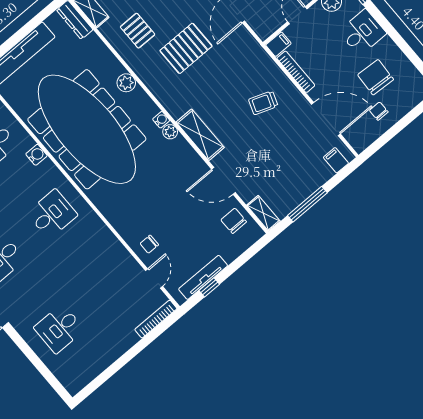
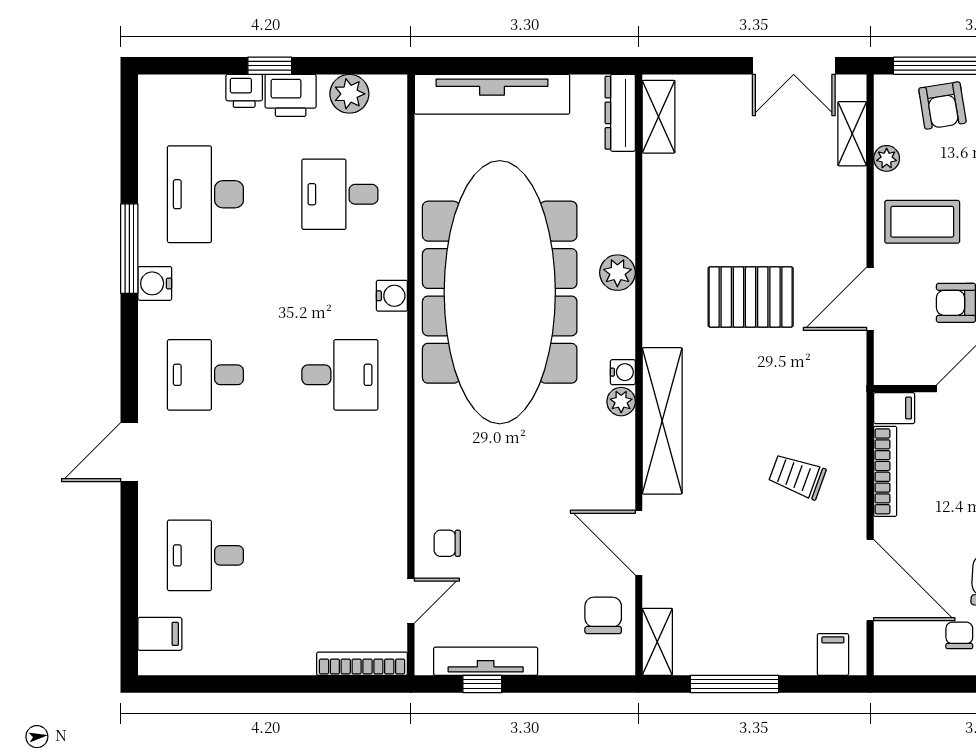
pallet: (138, 31) -> (701, 209), removed
shelving: (200, 135) -> (662, 421), width x1.47
water cooler: (36, 155) -> (392, 296), moved
filing cabinet: (67, 374) -> (160, 634), added

